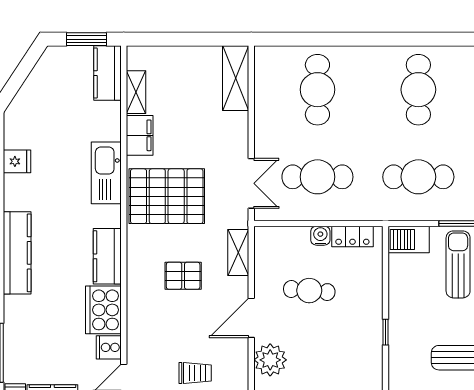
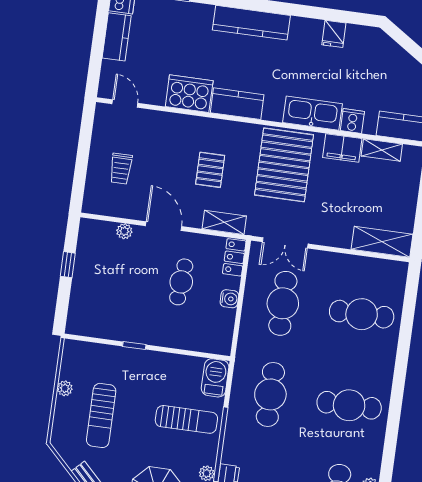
locker: (352, 237) -> (234, 257), moved
cooker: (109, 347) -> (352, 121), moved
plant: (270, 360) -> (124, 231), width x0.53, depth x0.53

